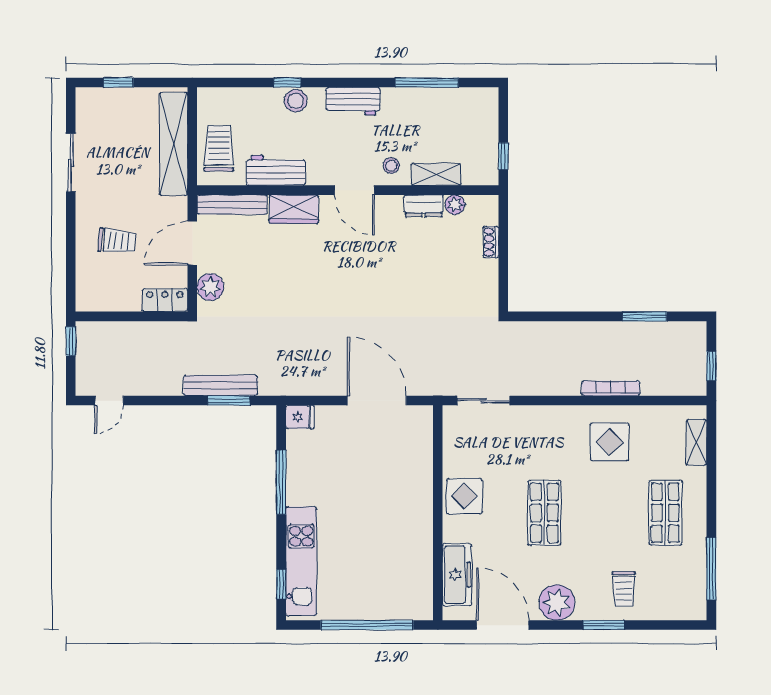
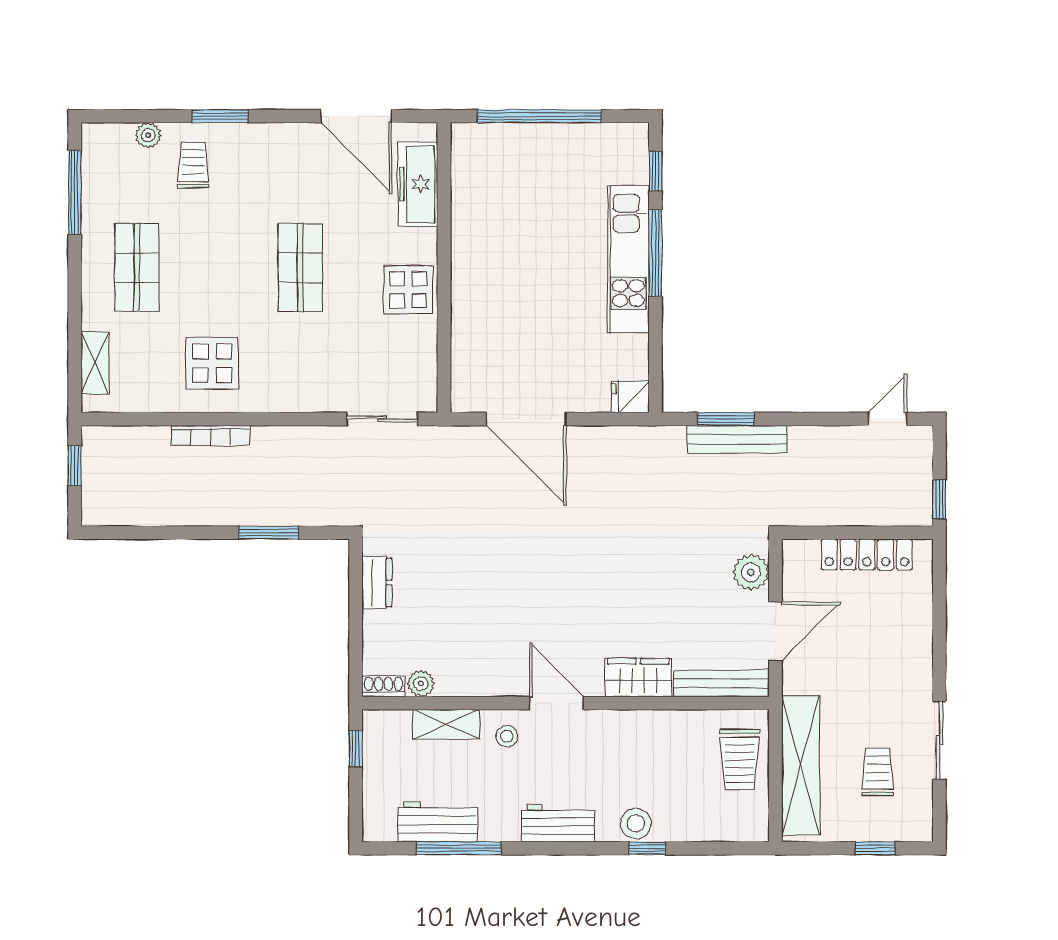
workbench: (276, 170) -> (437, 821), moved, turned 180
dresser: (424, 206) -> (377, 582), moved, turned 90
trolley: (117, 241) -> (878, 772), moved, turned 85
shoe rack: (491, 242) -> (383, 686), moved, turned -90
locker: (165, 300) -> (867, 555), moved, width x1.53
window: (645, 316) -> (269, 533), moved
window: (281, 482) -> (655, 253), moved
kitchen unit: (301, 561) -> (628, 259), moved
plant: (557, 602) -> (148, 135), moved, width x0.53, depth x0.53

